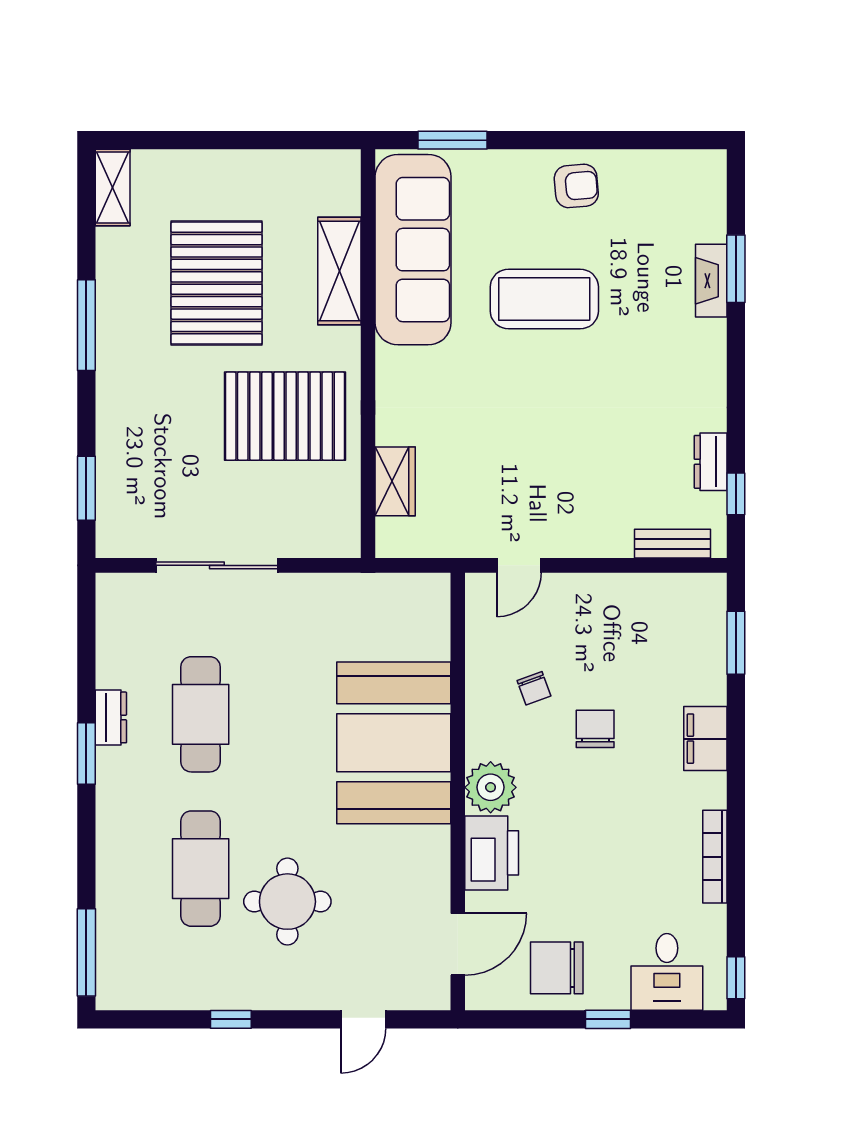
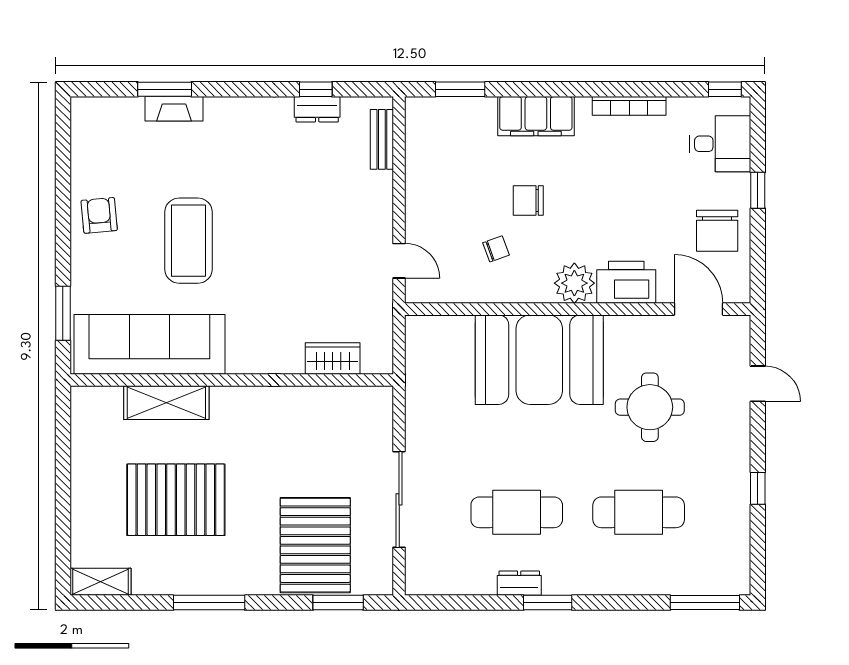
pallet: (285, 416) -> (315, 545), moved
window: (736, 494) -> (316, 89), moved
filing cabinet: (705, 739) -> (536, 116), width x1.50, depth x1.17
round table: (287, 902) -> (650, 407), moved

